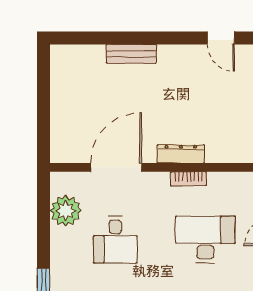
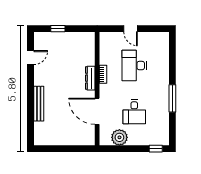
bench: (131, 54) -> (39, 104), width x1.36
desk: (115, 240) -> (134, 112), turned 90

